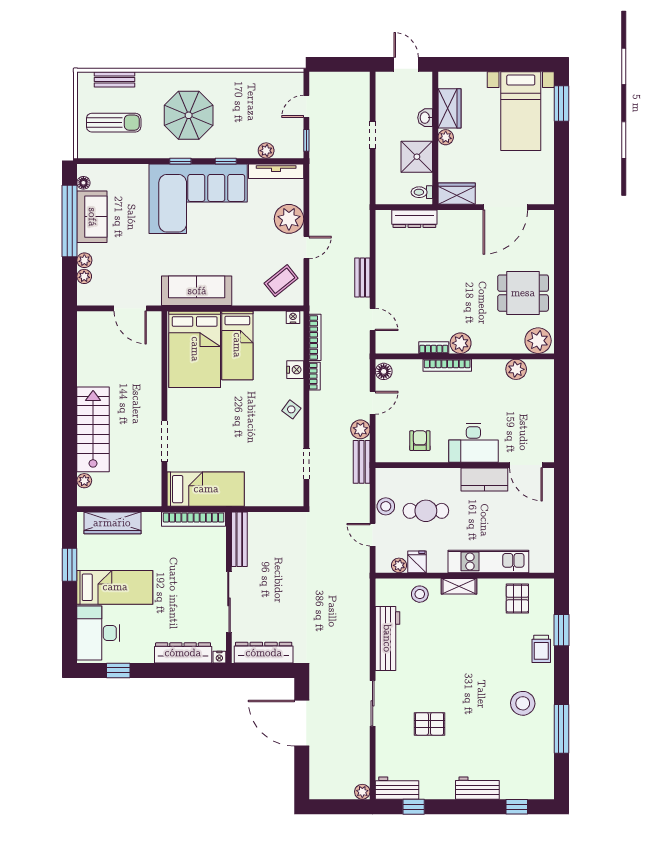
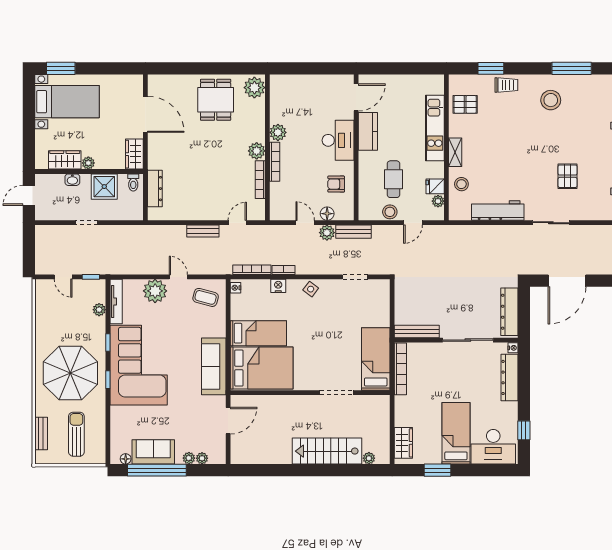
parasol: (189, 115) -> (70, 373), width x1.36, depth x1.36
coffee table: (281, 281) -> (206, 297), turned -36
bookcase: (434, 348) -> (260, 180), width x1.56
plant: (516, 369) -> (278, 132), moved
floor lamp: (384, 371) -> (327, 214), moved
wardrobe: (112, 523) -> (403, 443), width x0.67

